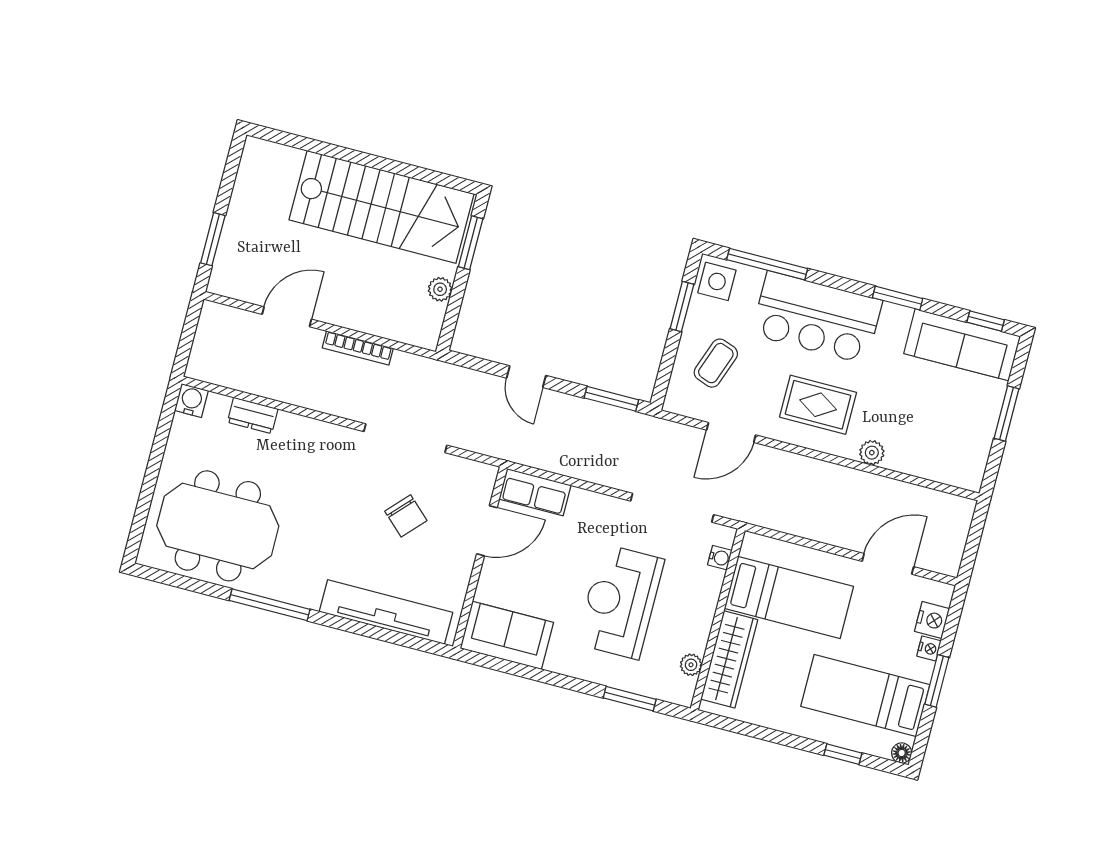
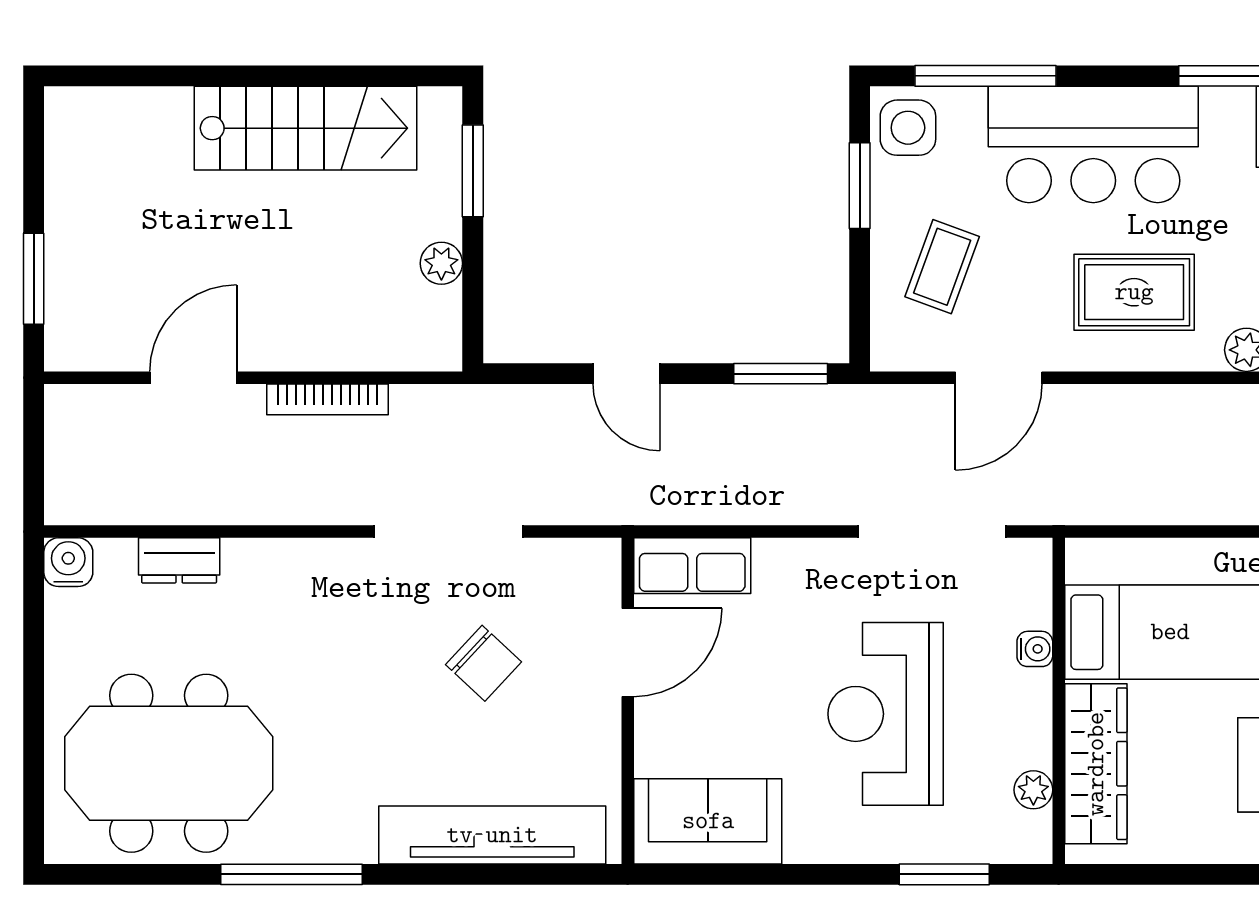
stairs: (382, 207) -> (306, 128), width x0.73, depth x0.66
water cooler: (720, 558) -> (1035, 649), moved

